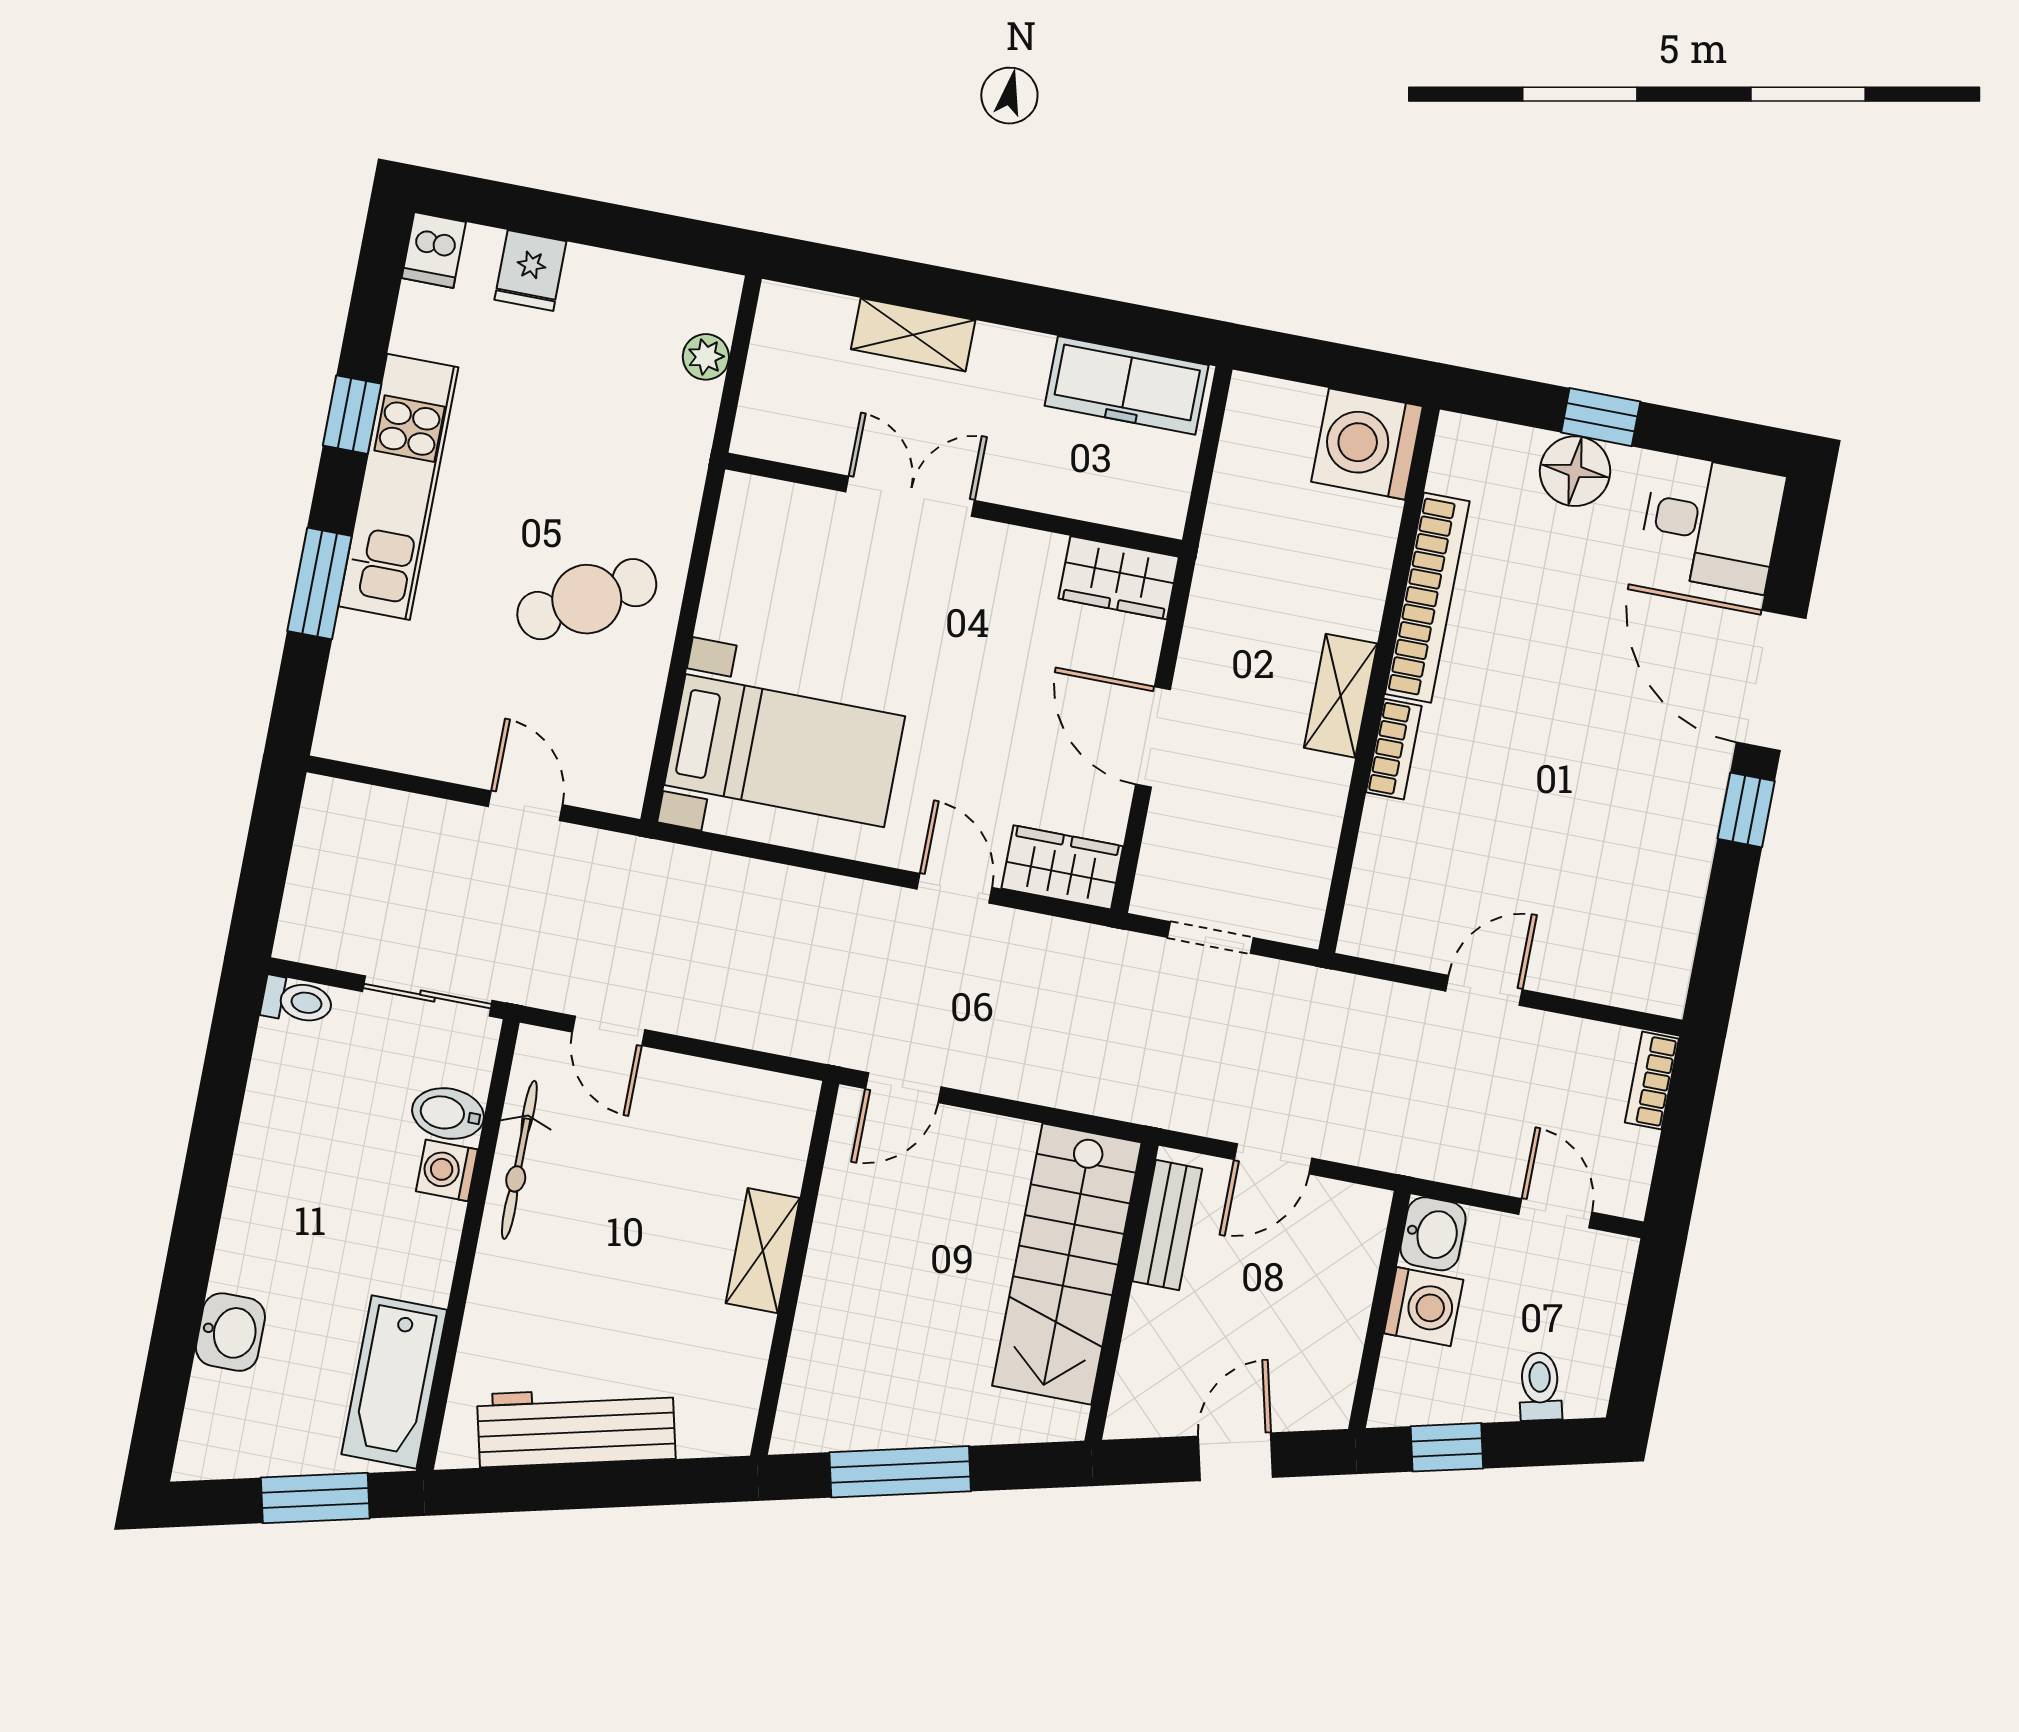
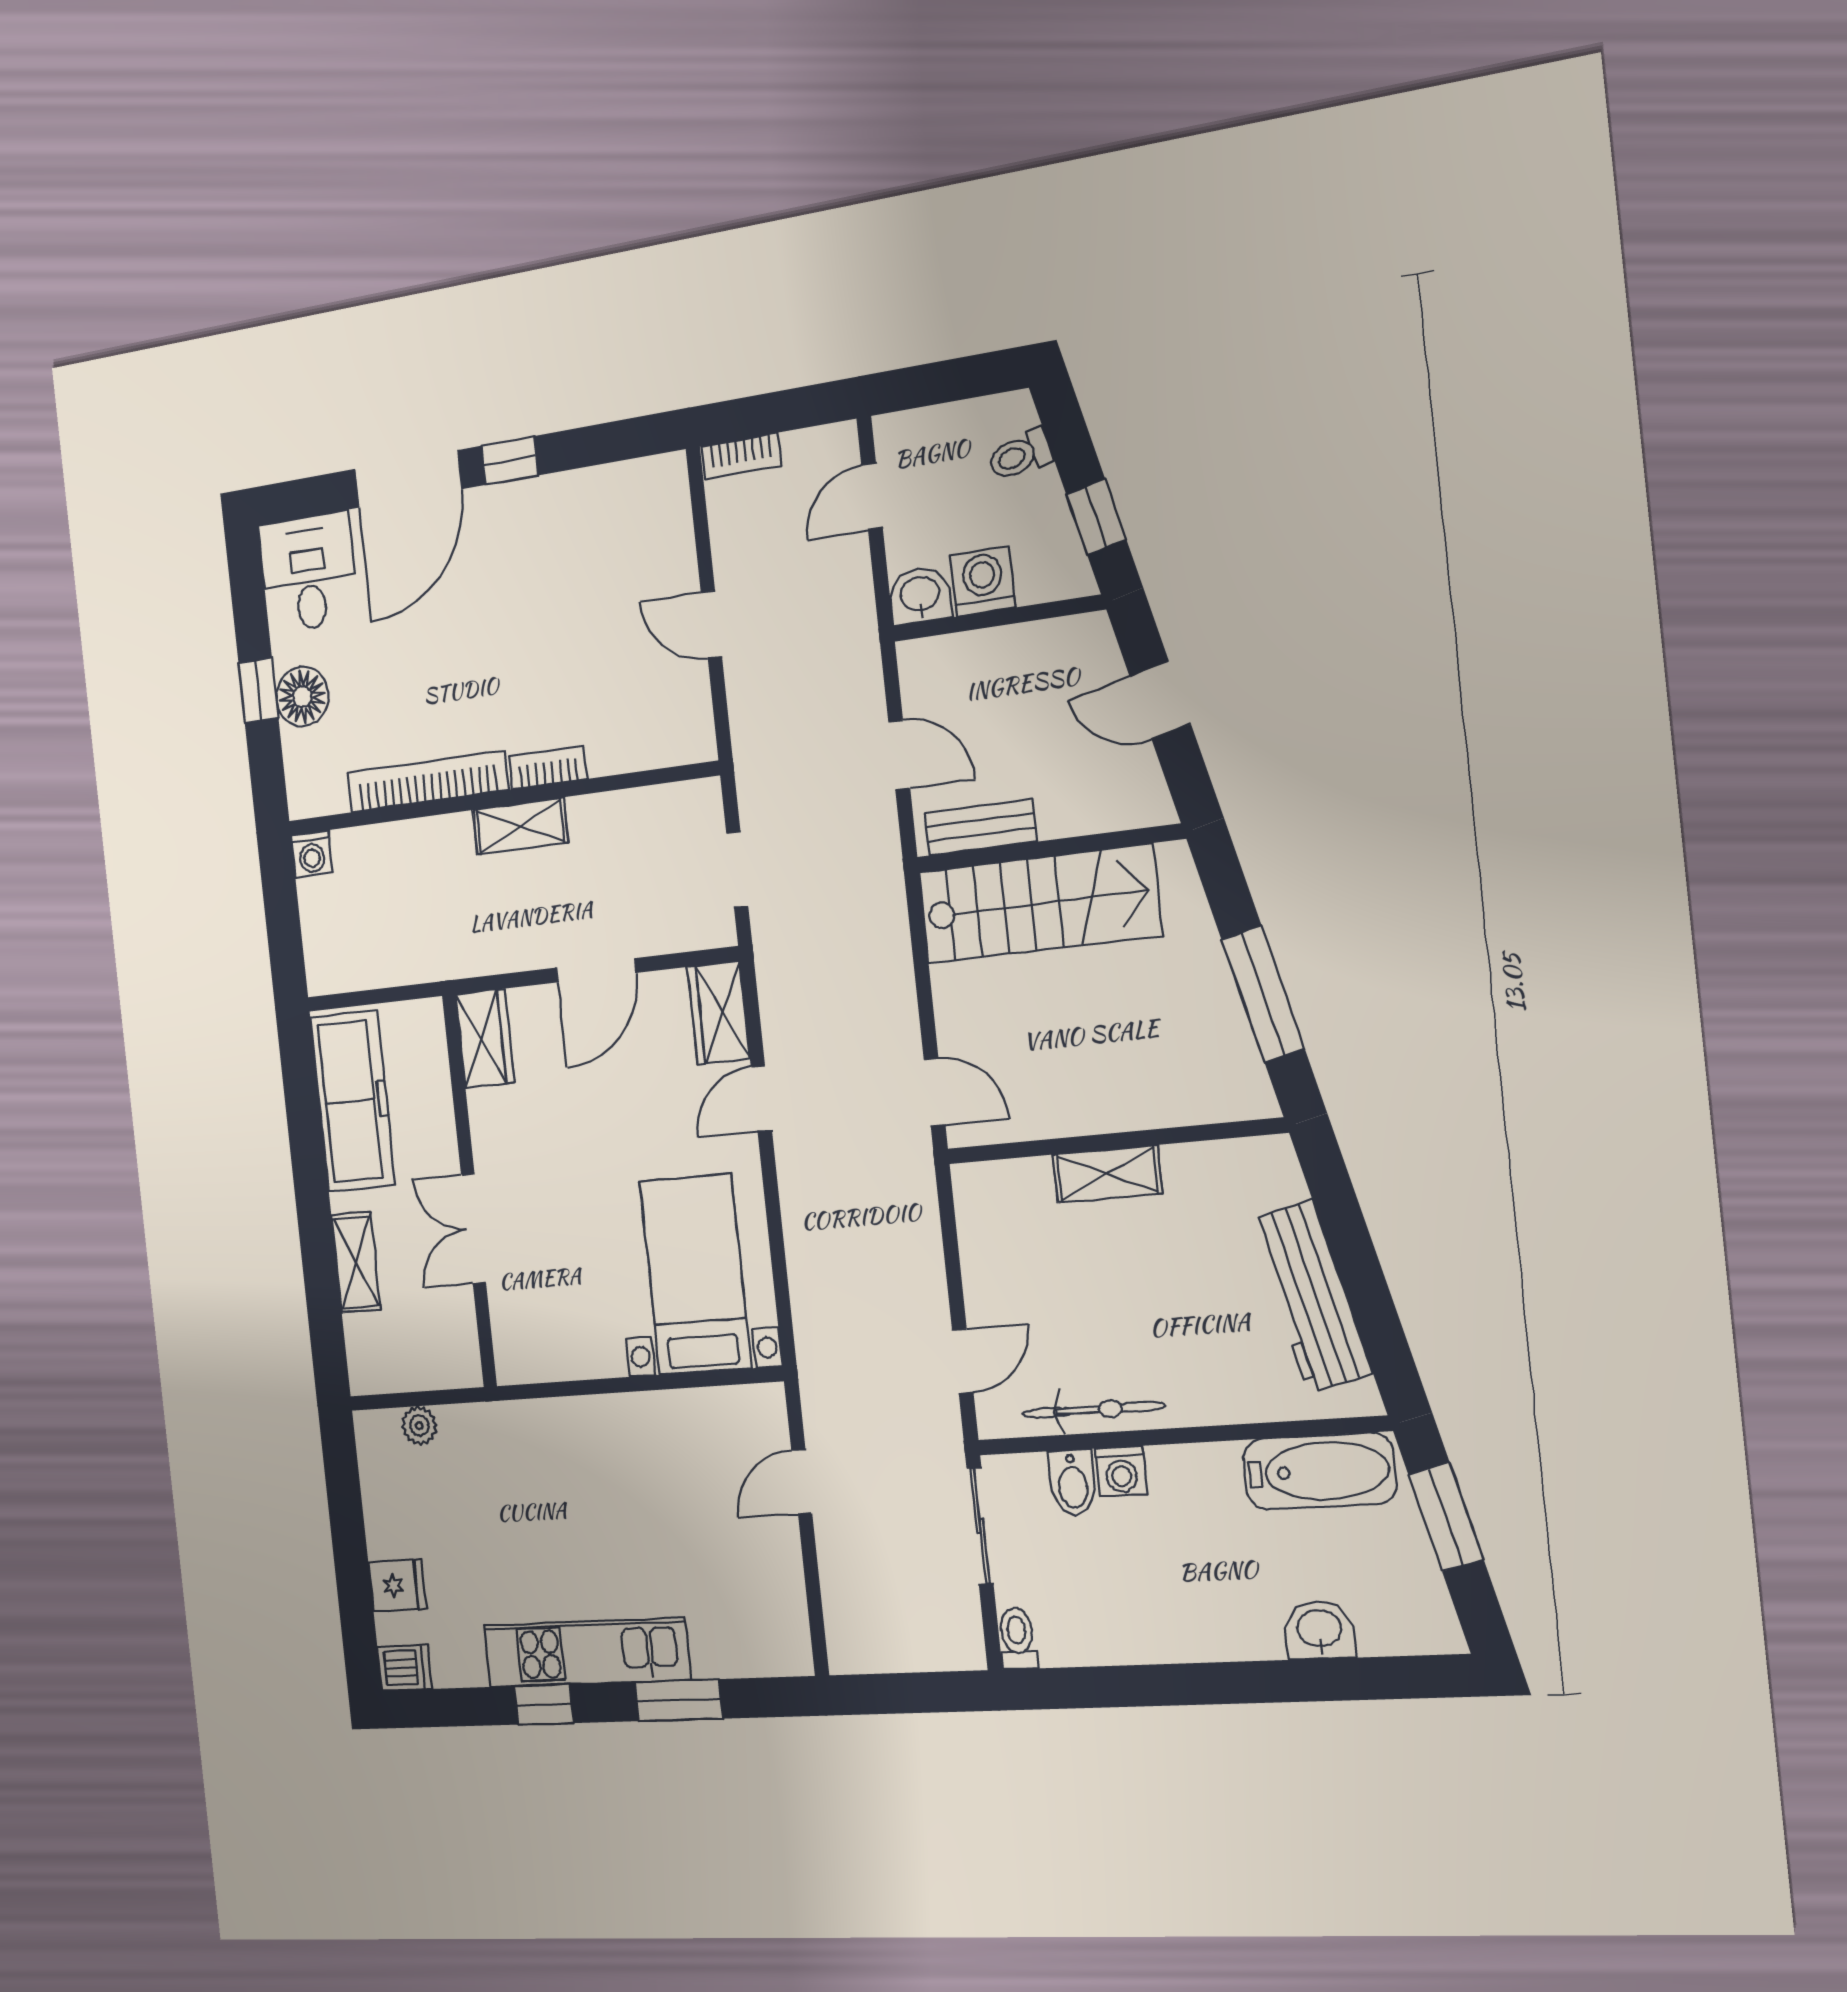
freezer: (1127, 385) -> (353, 1101), width x1.36, depth x1.26
washing machine: (1367, 444) -> (312, 854), width x0.53, depth x0.53
cafe table: (587, 599) -> (627, 1473), removed

